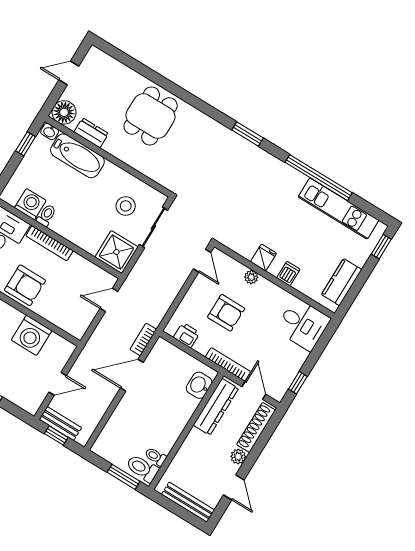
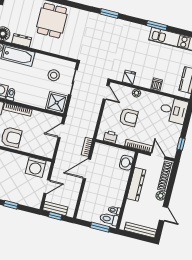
window: (319, 178) -> (157, 25), width x0.47
fridge: (263, 258) -> (129, 77), moved
washing machine: (32, 335) -> (36, 167), moved
dresser: (216, 407) -> (136, 184), moved

